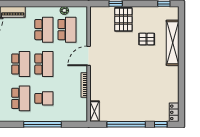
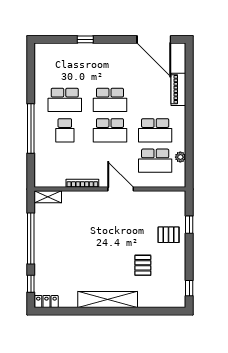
pallet: (123, 19) -> (169, 235), width x0.67, depth x0.71
shelving: (173, 43) -> (108, 300), moved

